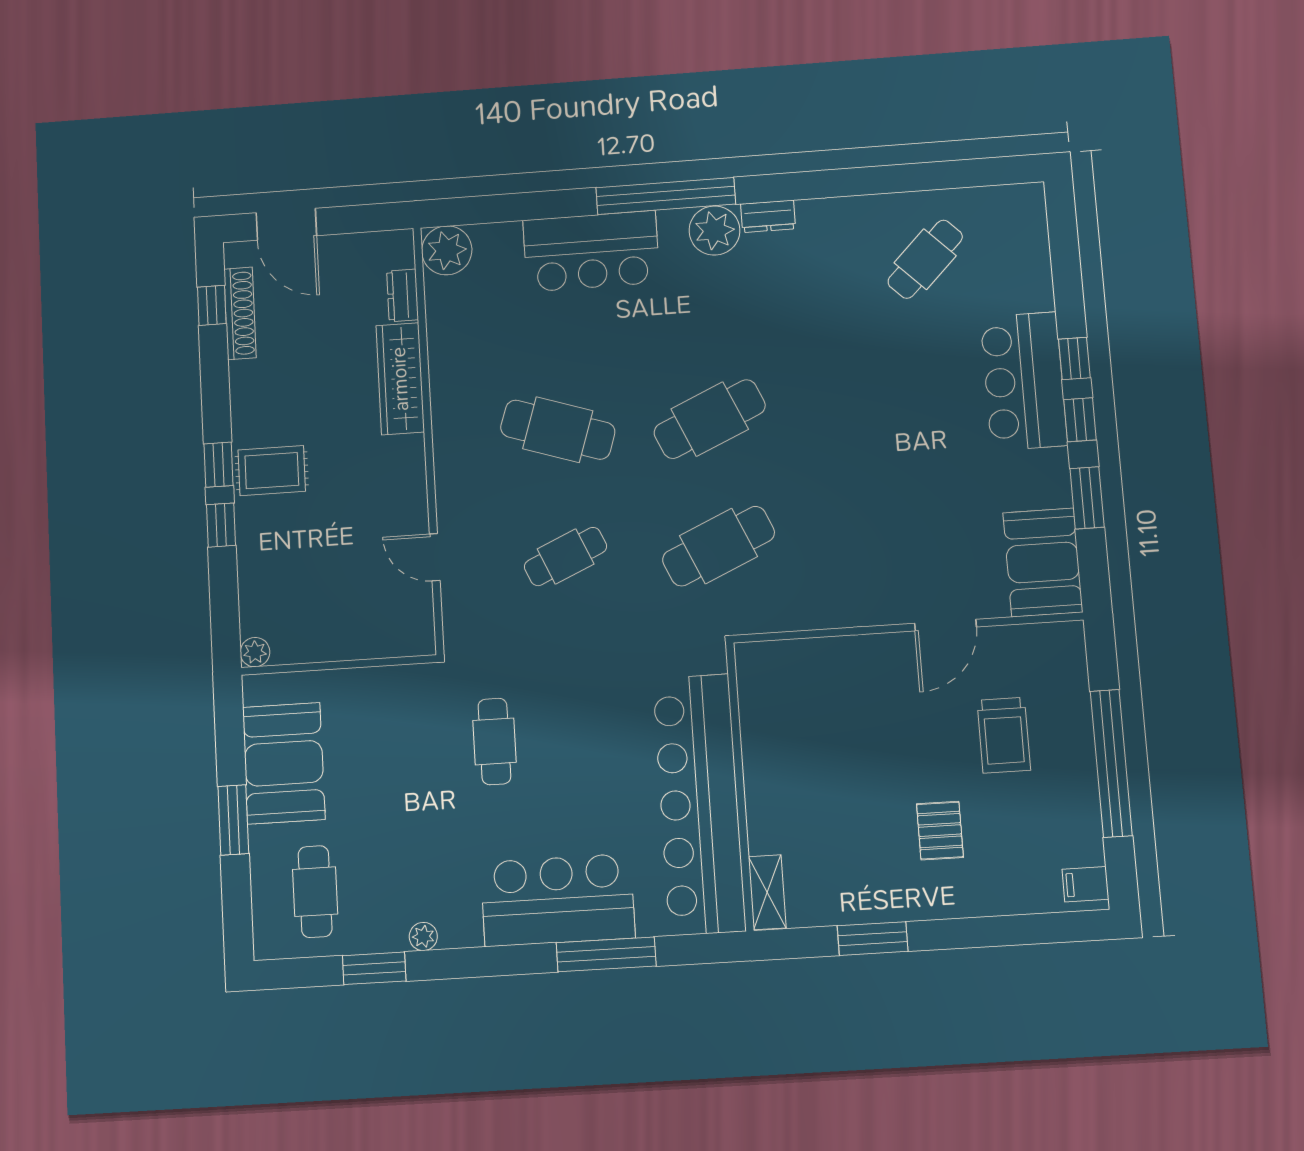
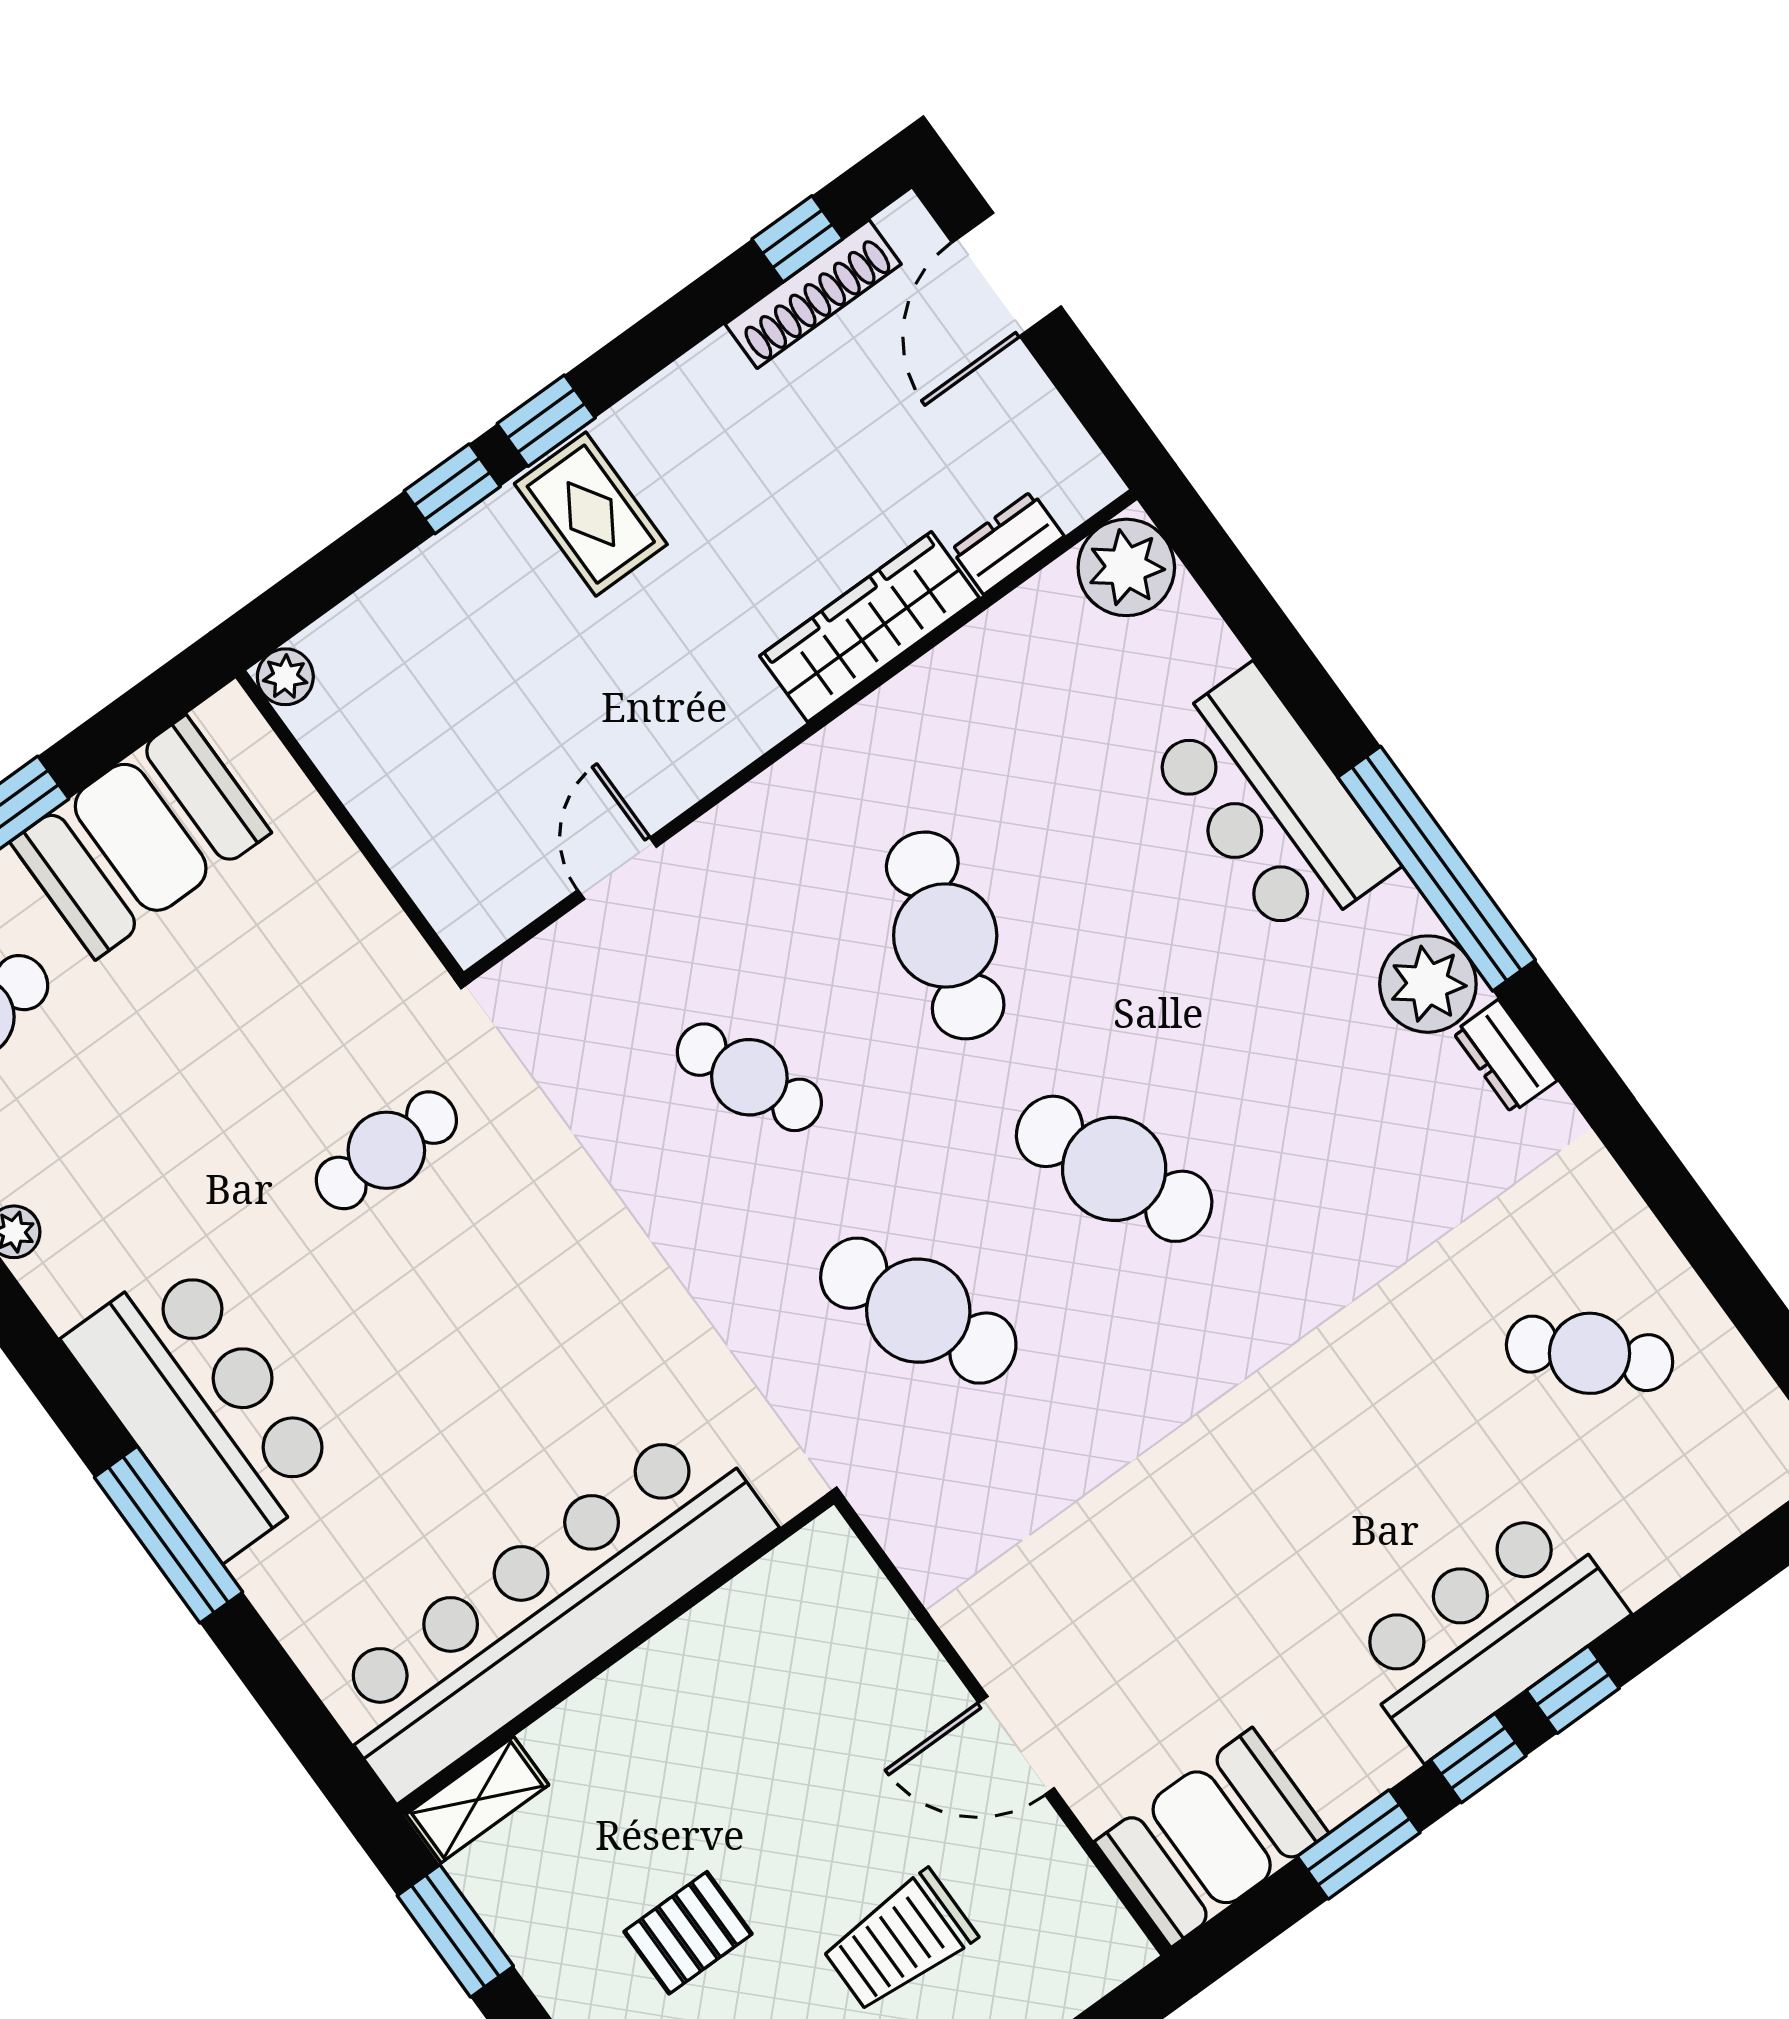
wall: (740, 786) -> (615, 1655), moved
bar counter: (699, 804) -> (547, 1609), moved
shelving: (767, 892) -> (477, 1800), moved

